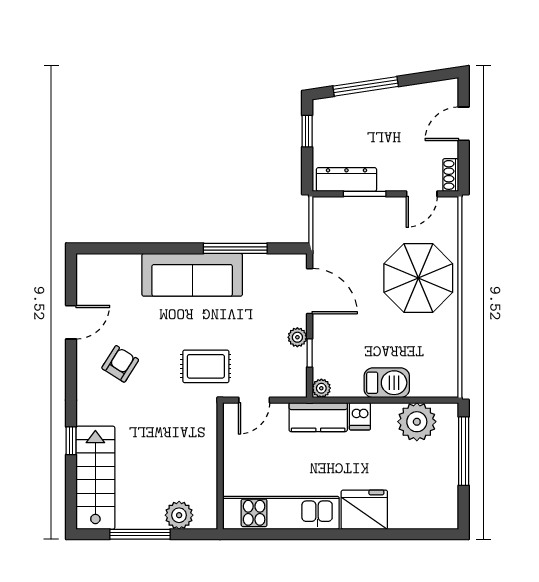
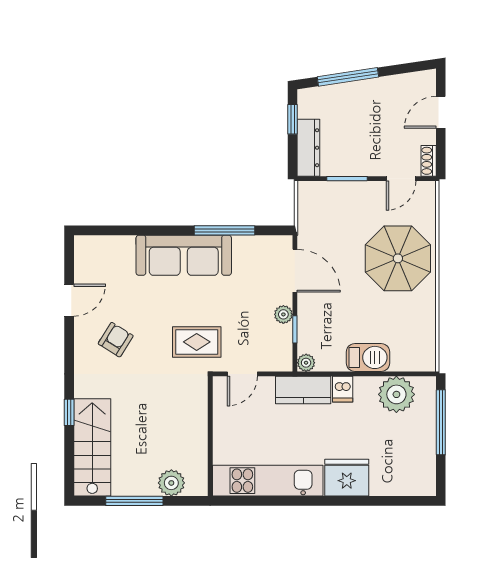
dresser: (346, 180) -> (308, 148), moved, turned 90

